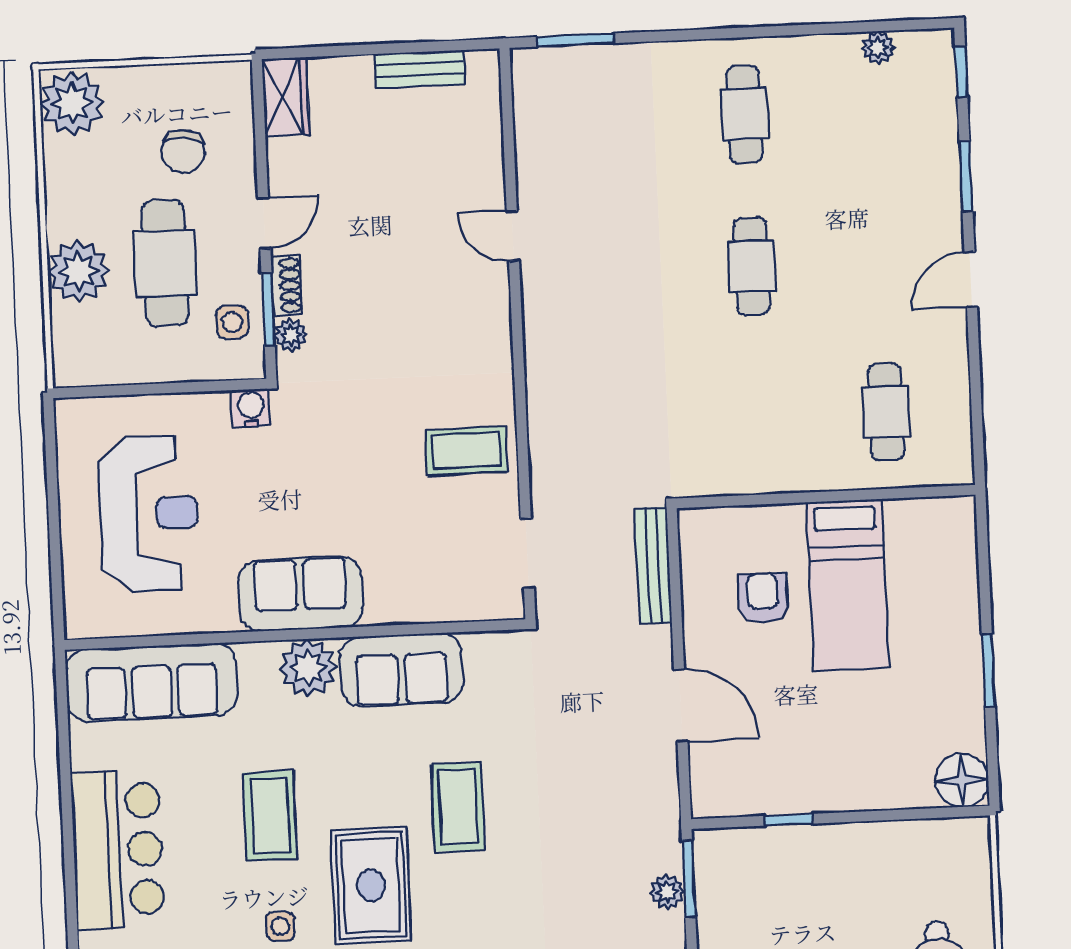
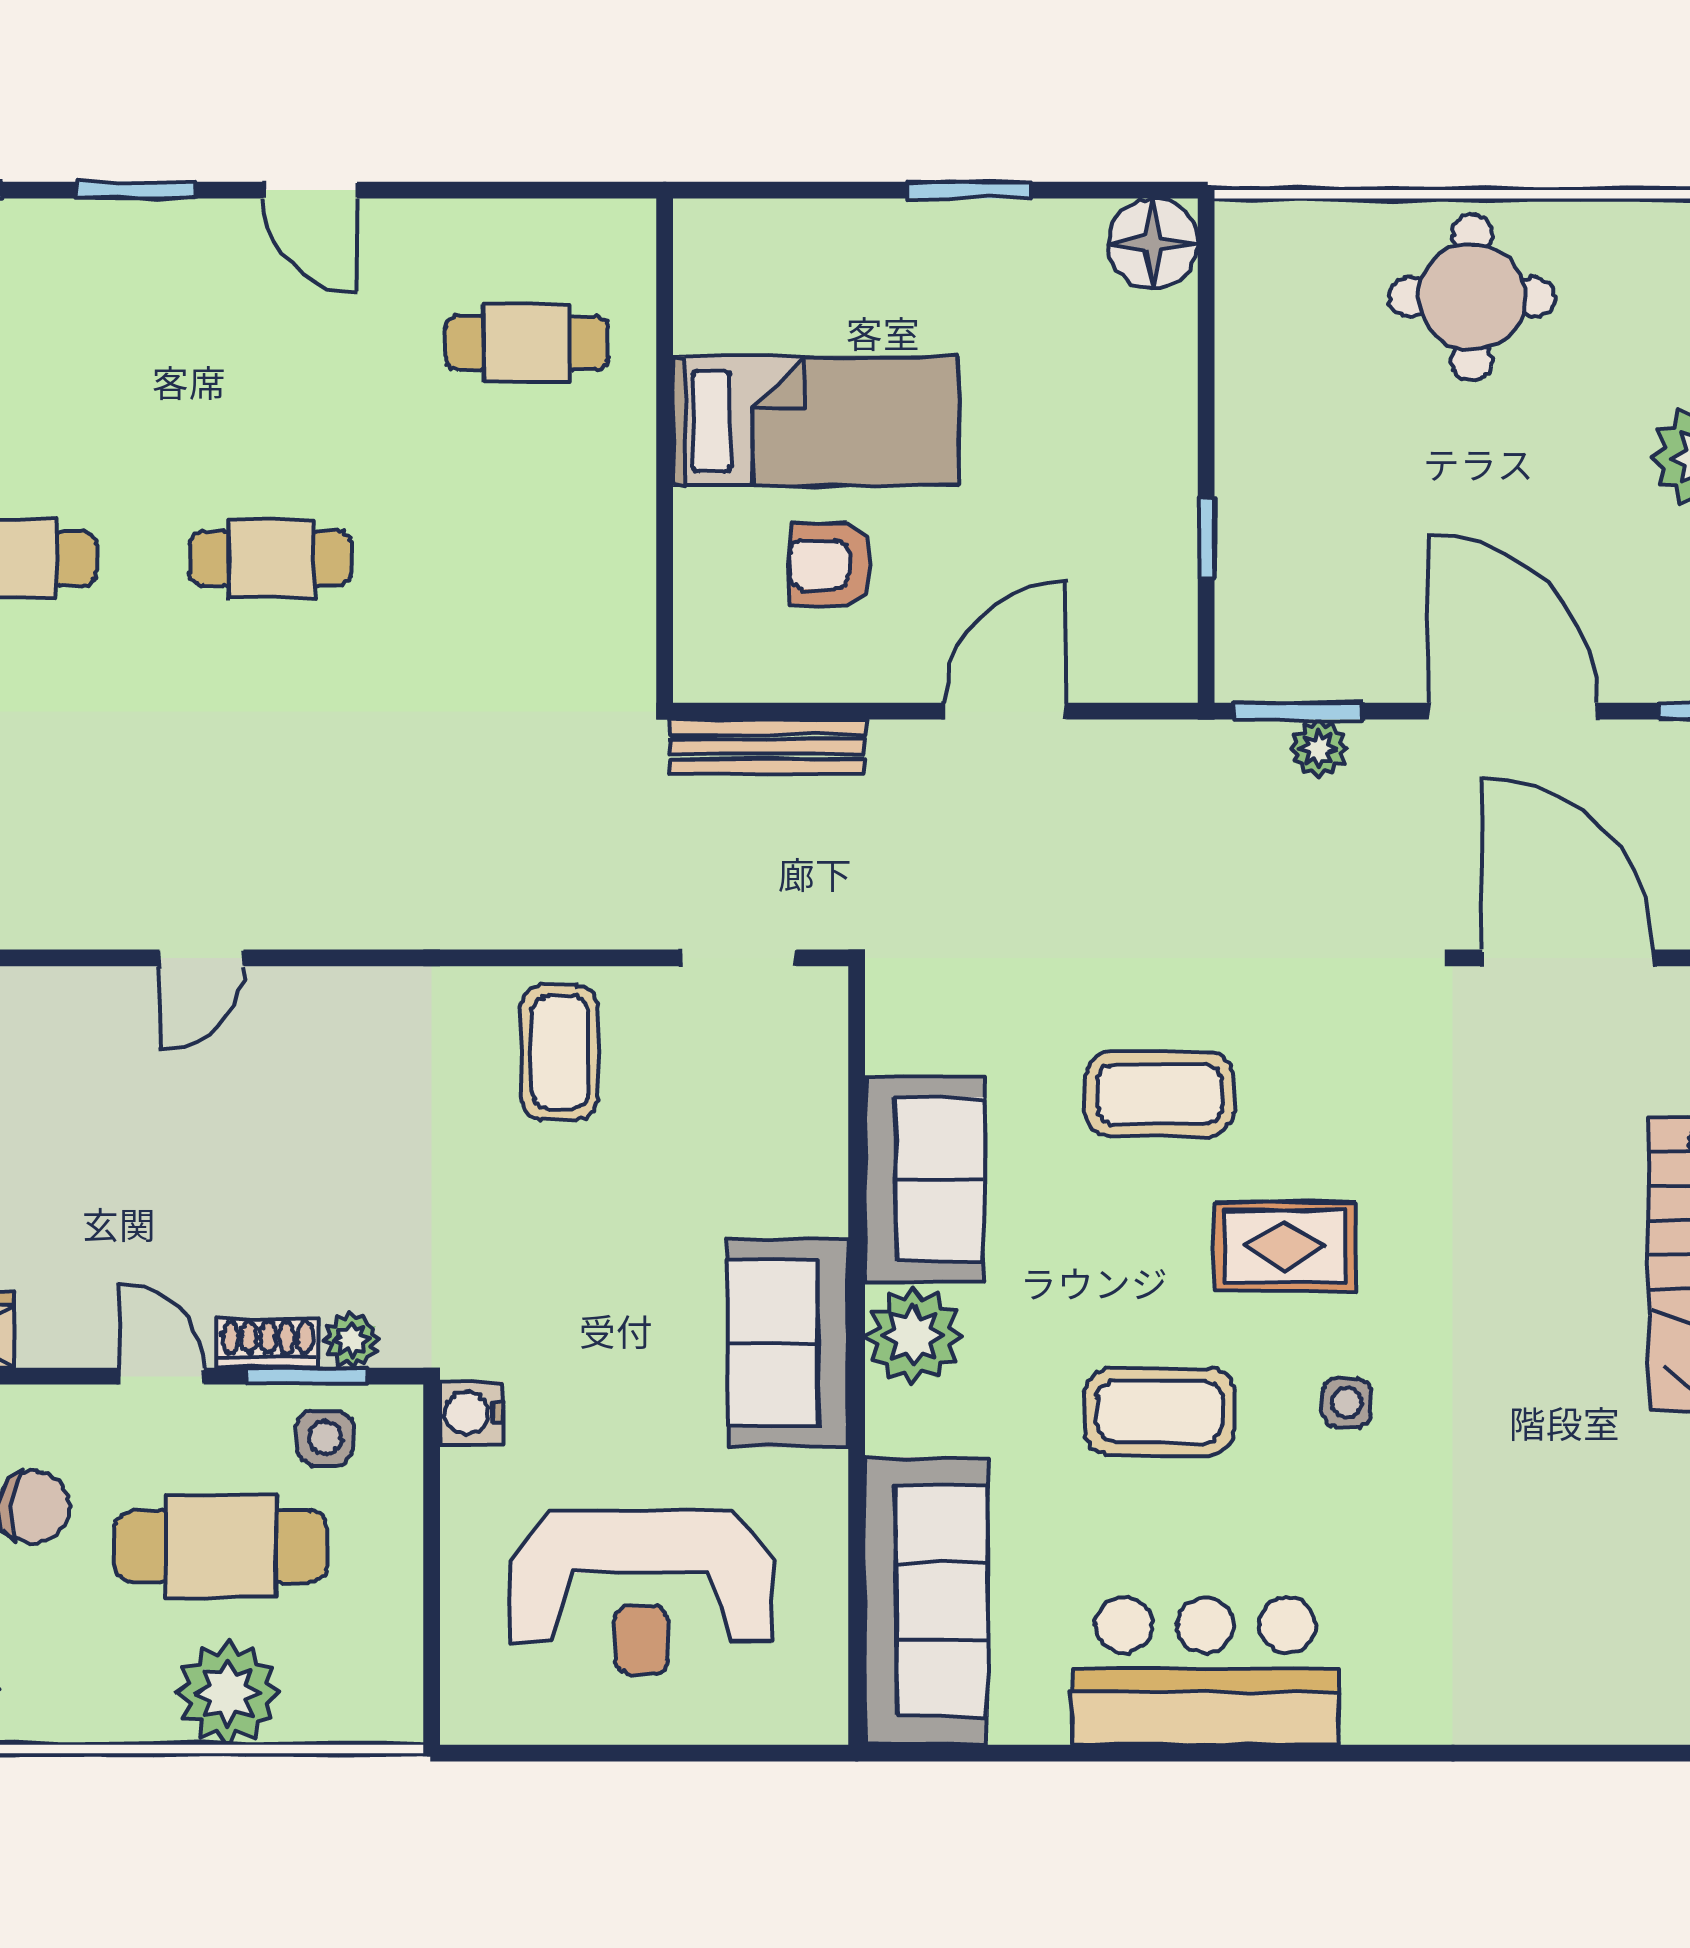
reception desk: (149, 513) -> (641, 1593), turned 180
rug: (371, 885) -> (1285, 1247), width x0.73, depth x0.70

